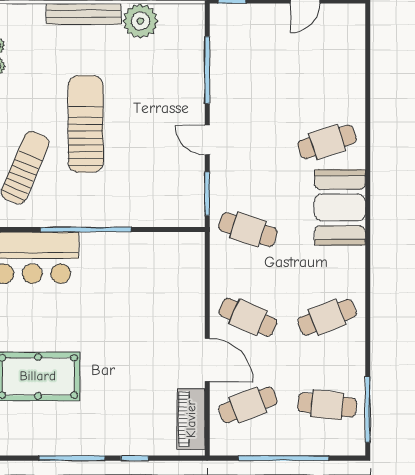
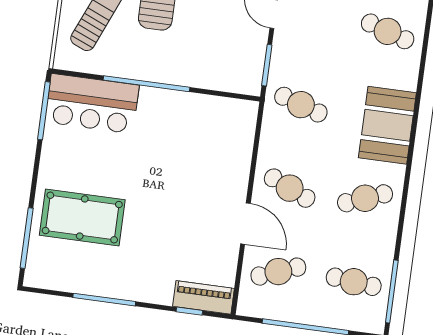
cafe table: (327, 142) -> (388, 31), turned 36
booth: (340, 207) -> (387, 125), moved
piano: (191, 419) -> (203, 297), moved, turned 90
window: (135, 458) -> (189, 311), moved

